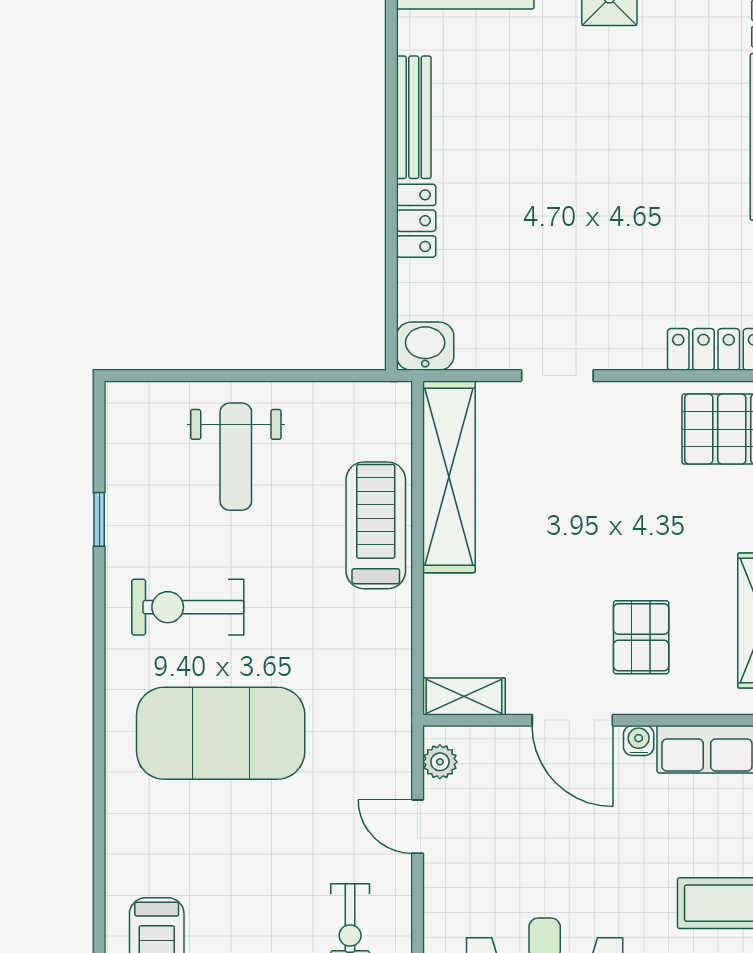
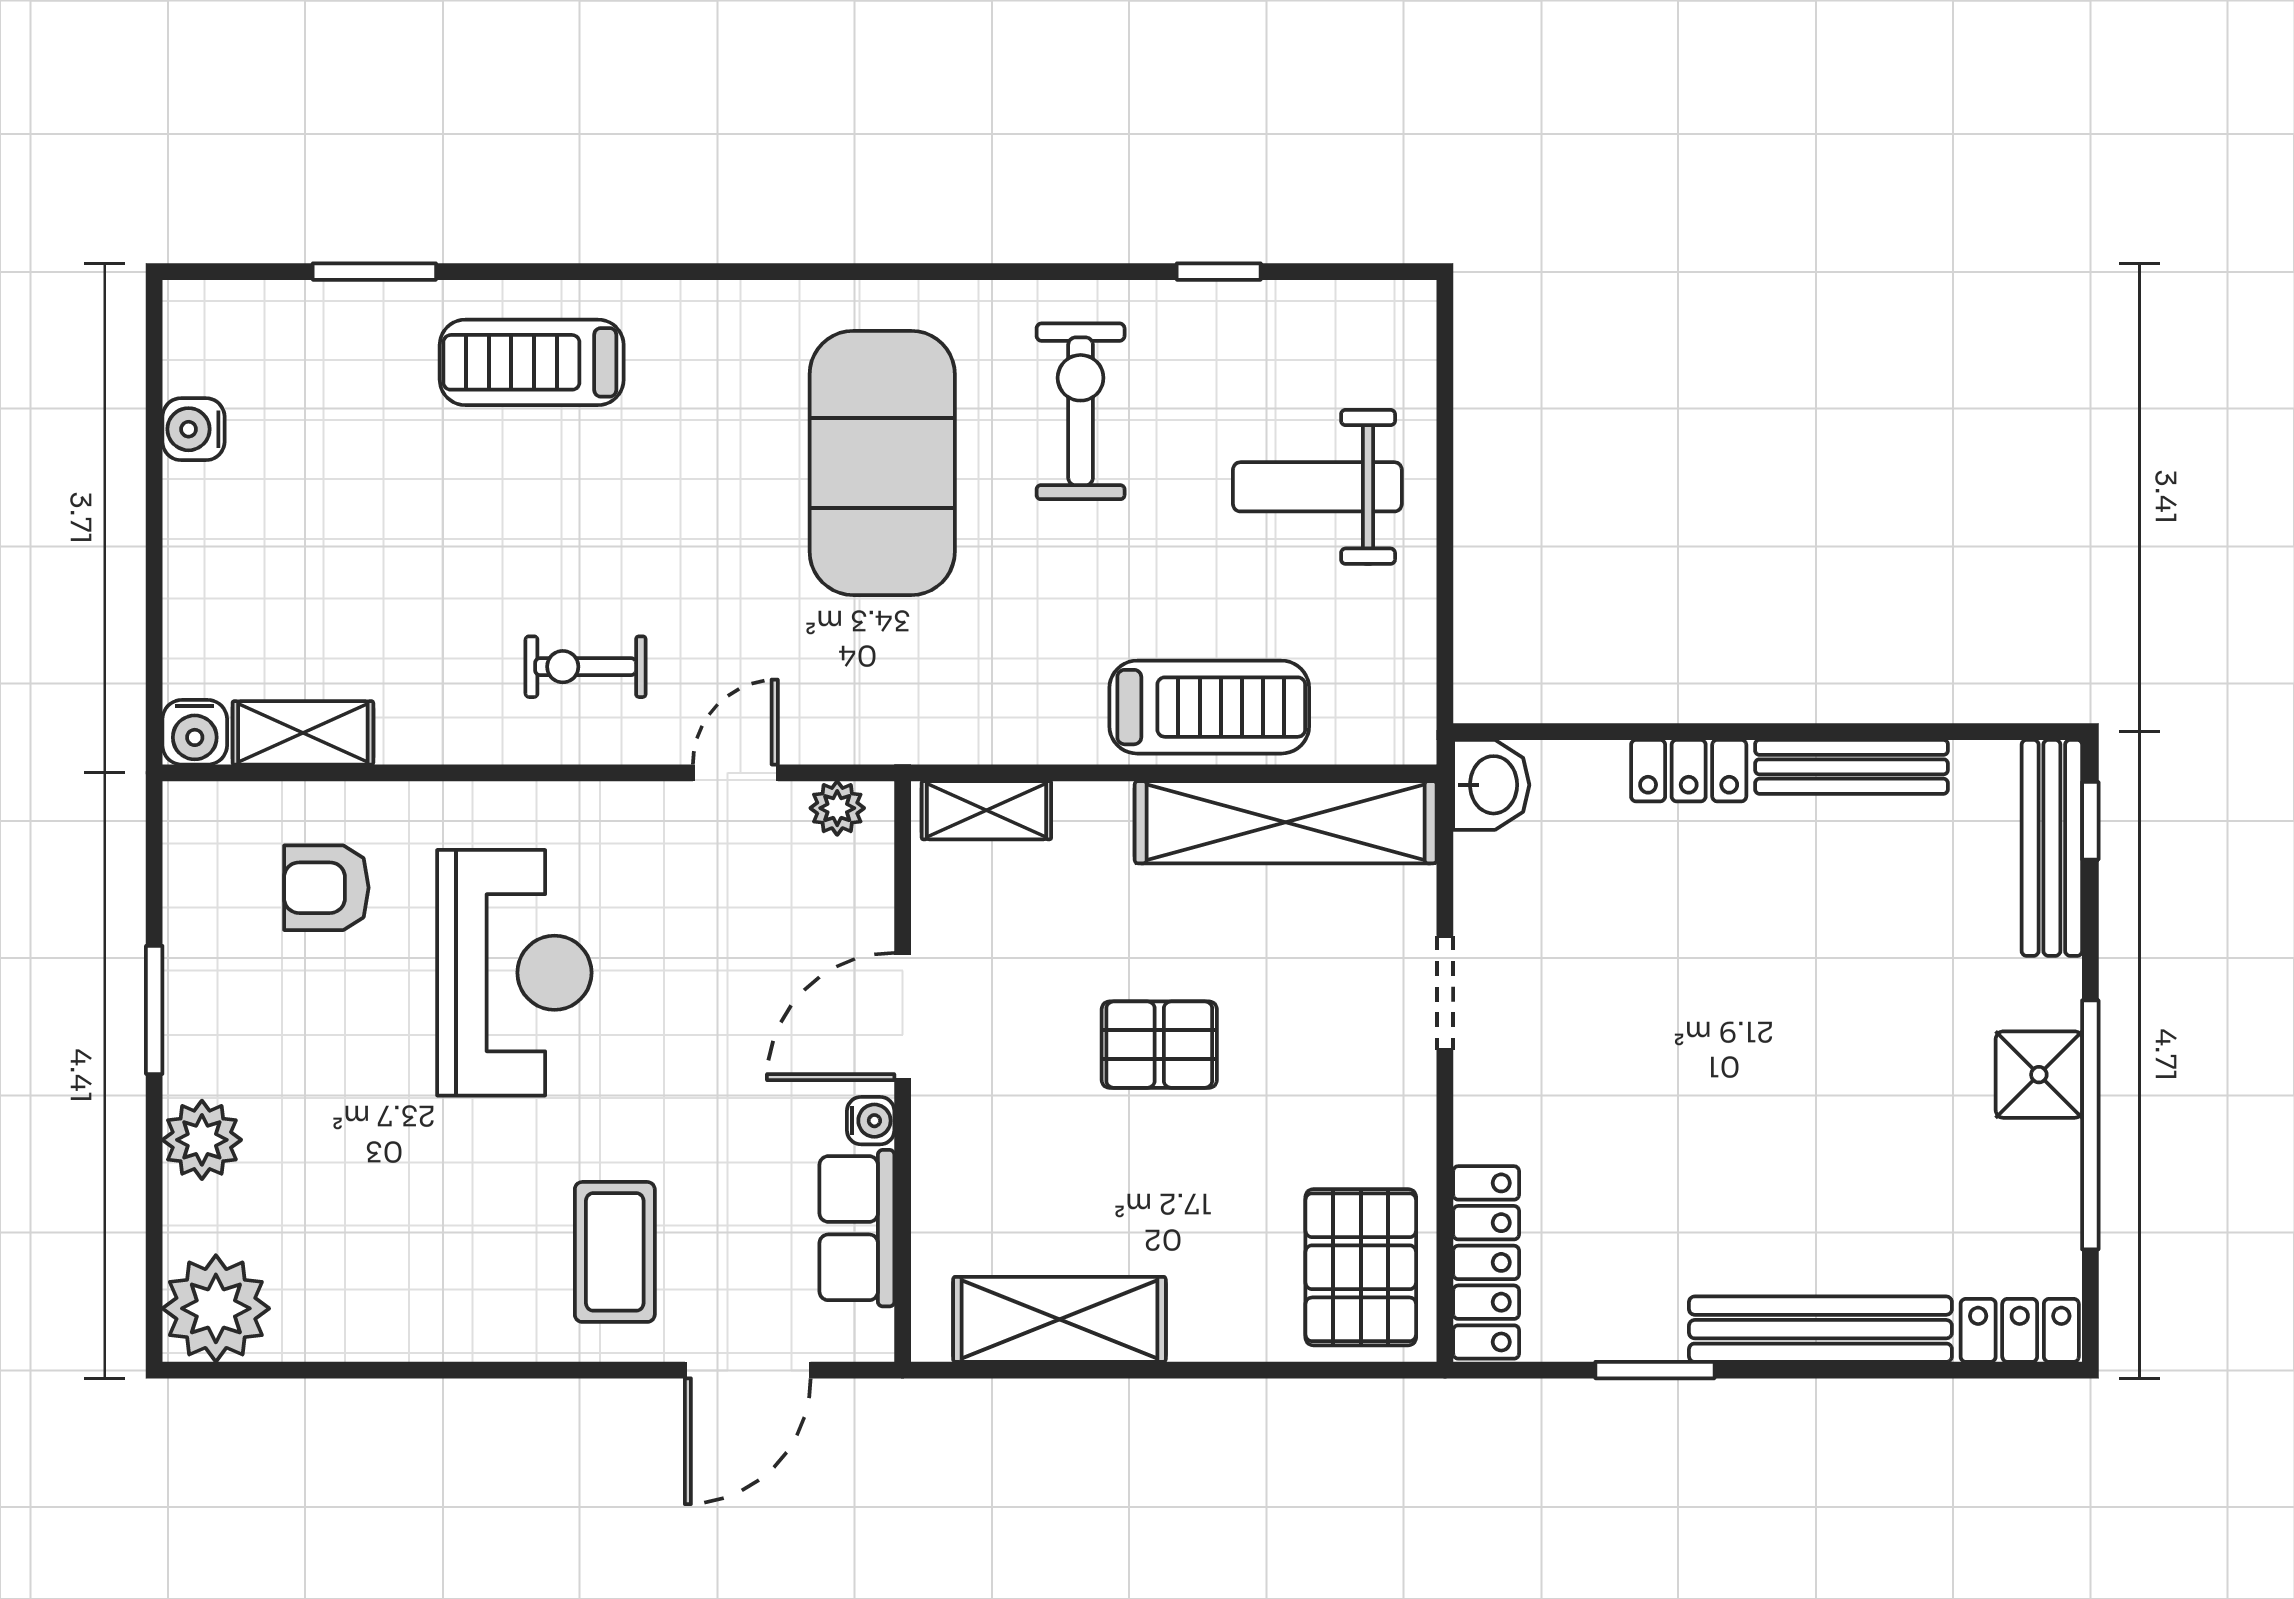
pallet: (641, 637) -> (1159, 1045), moved
shelving: (464, 696) -> (986, 810), moved, turned 90

